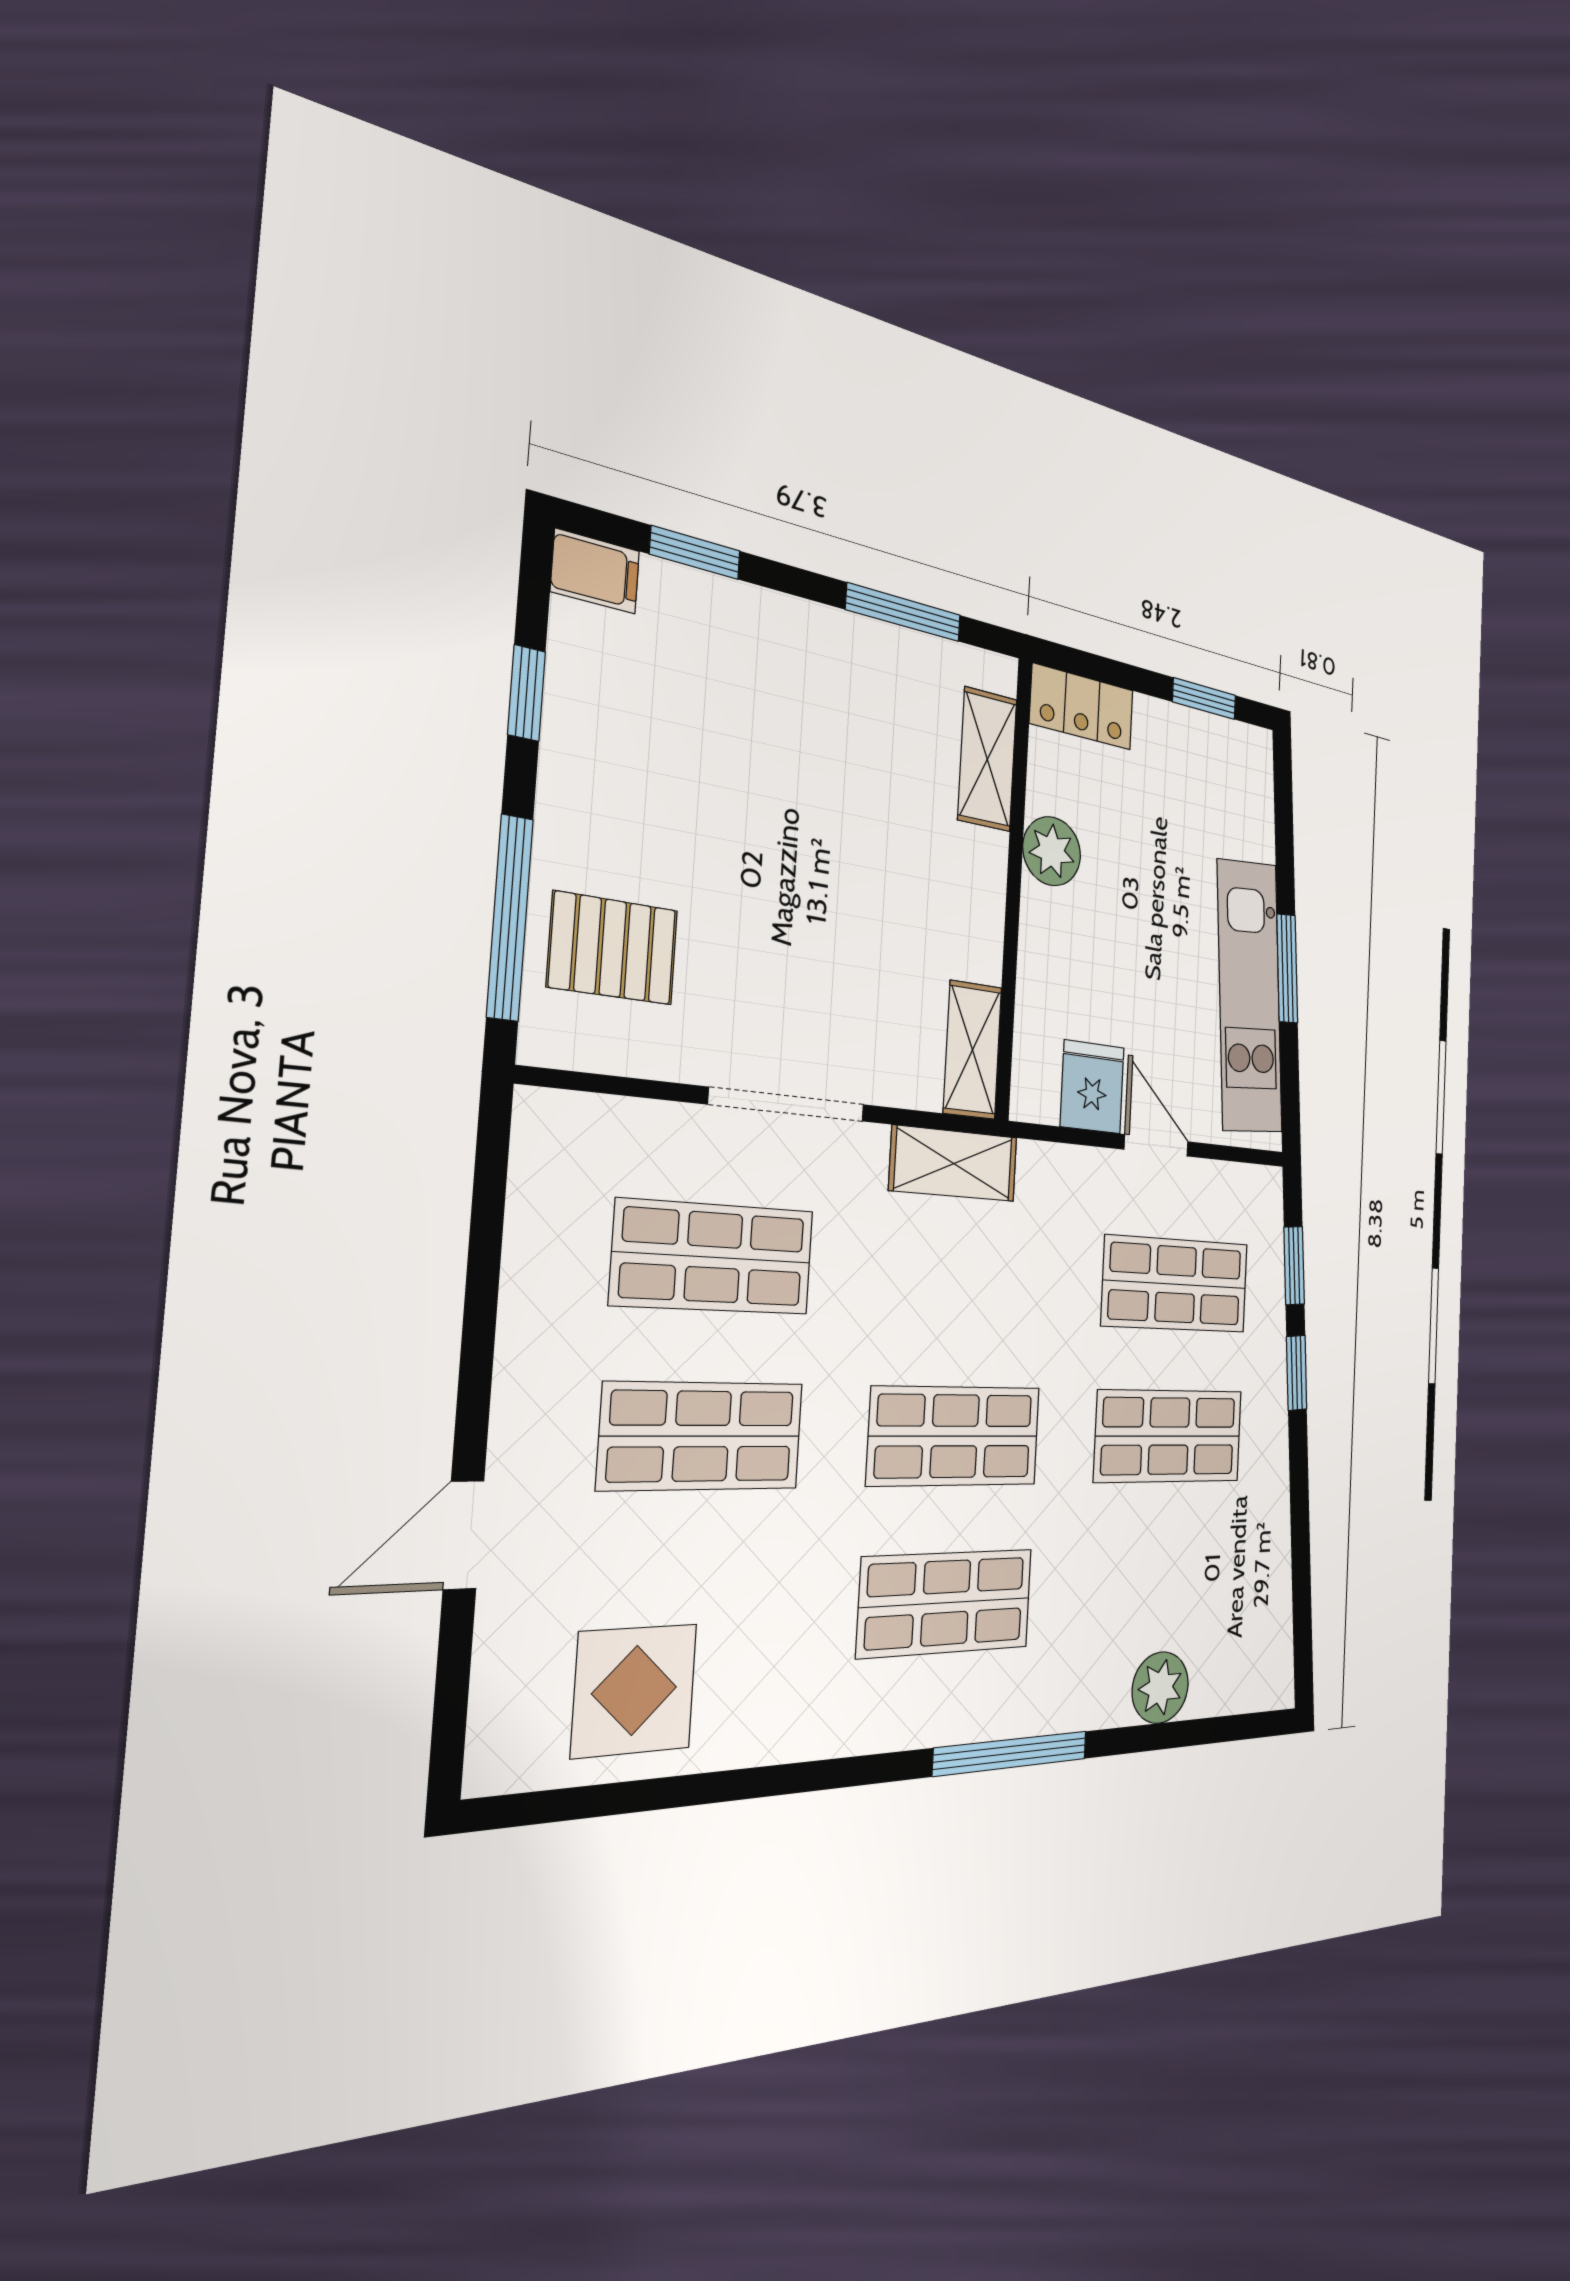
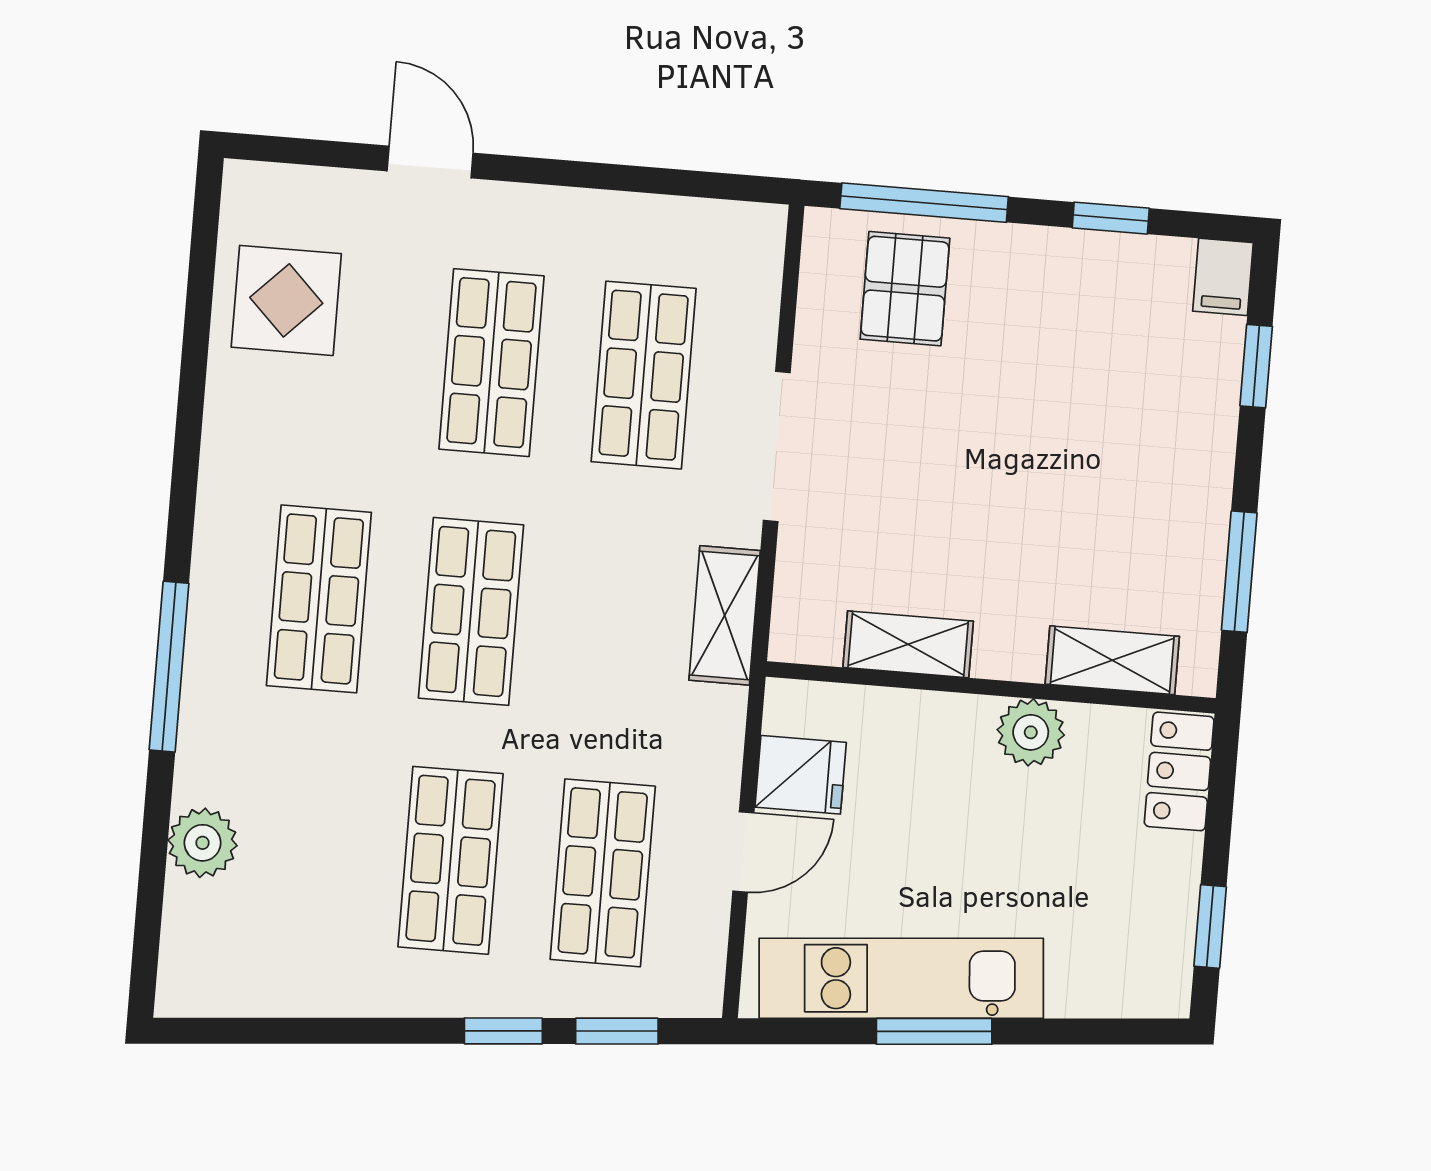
shelving: (973, 1050) -> (908, 644), moved

